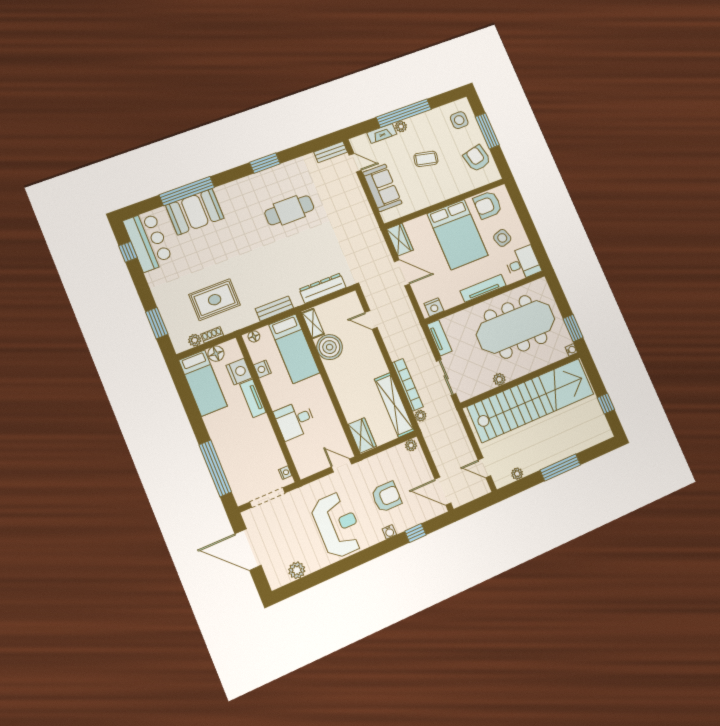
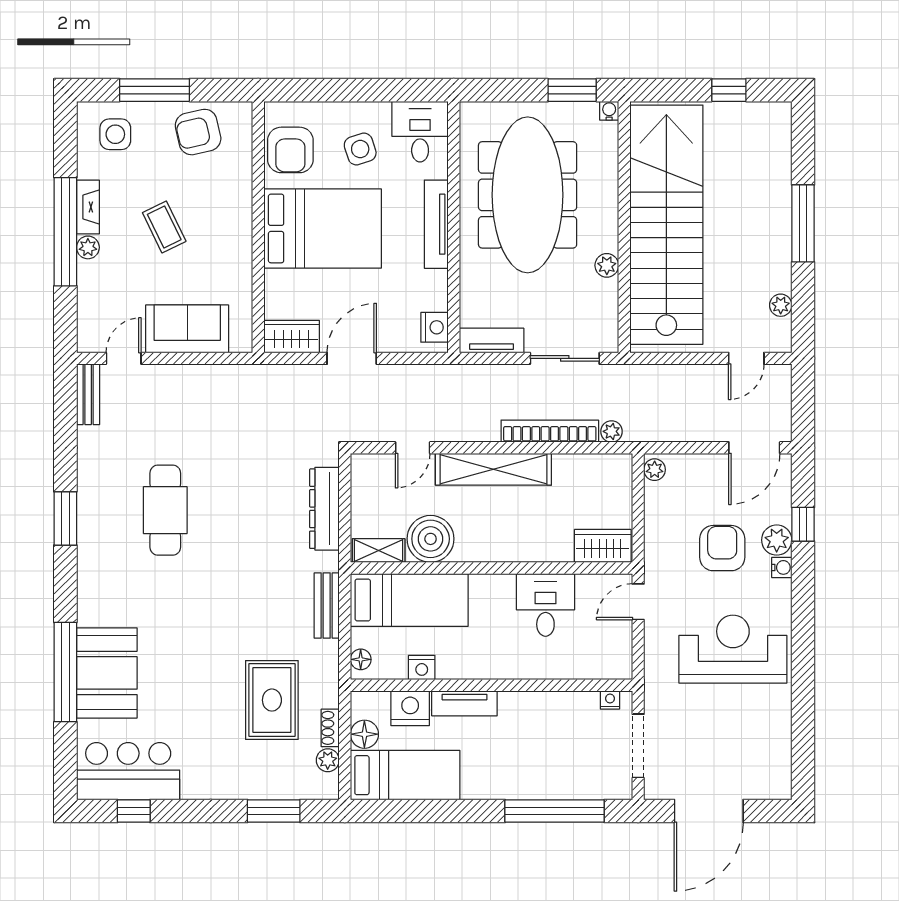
fireplace: (382, 133) -> (88, 207), moved
coffee table: (426, 159) -> (164, 227), turned -38
shelving: (394, 405) -> (493, 469), moved
desk: (295, 420) -> (545, 605), moved, turned 180
plant: (297, 570) -> (777, 540), moved

